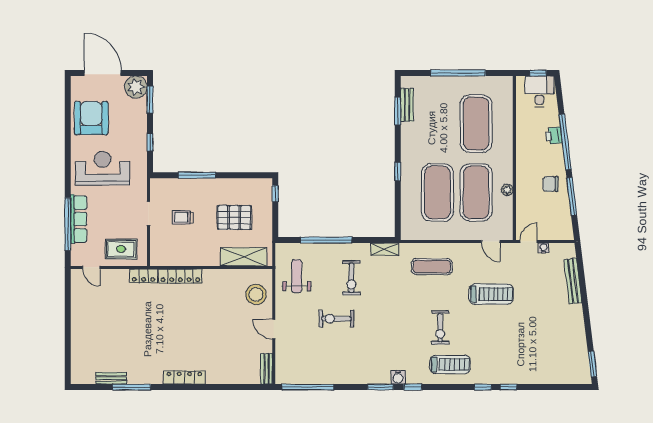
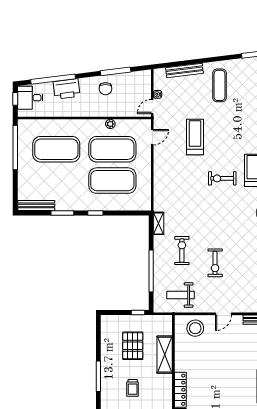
window: (458, 73) -> (15, 147), moved
bench: (407, 105) -> (36, 205), width x1.36
window: (398, 111) -> (62, 213), moved
printer: (554, 136) -> (67, 89), width x1.87, depth x1.48
window: (565, 142) -> (53, 79), moved
window: (275, 194) -> (138, 313), moved
door: (529, 242) -> (152, 107), hinge flipped
shelving: (244, 257) -> (165, 355), moved
exercise mat: (432, 267) -> (220, 85), moved
exercise bike: (351, 278) -> (182, 251), turned -90
exercise bike: (440, 328) -> (222, 178), turned 180

